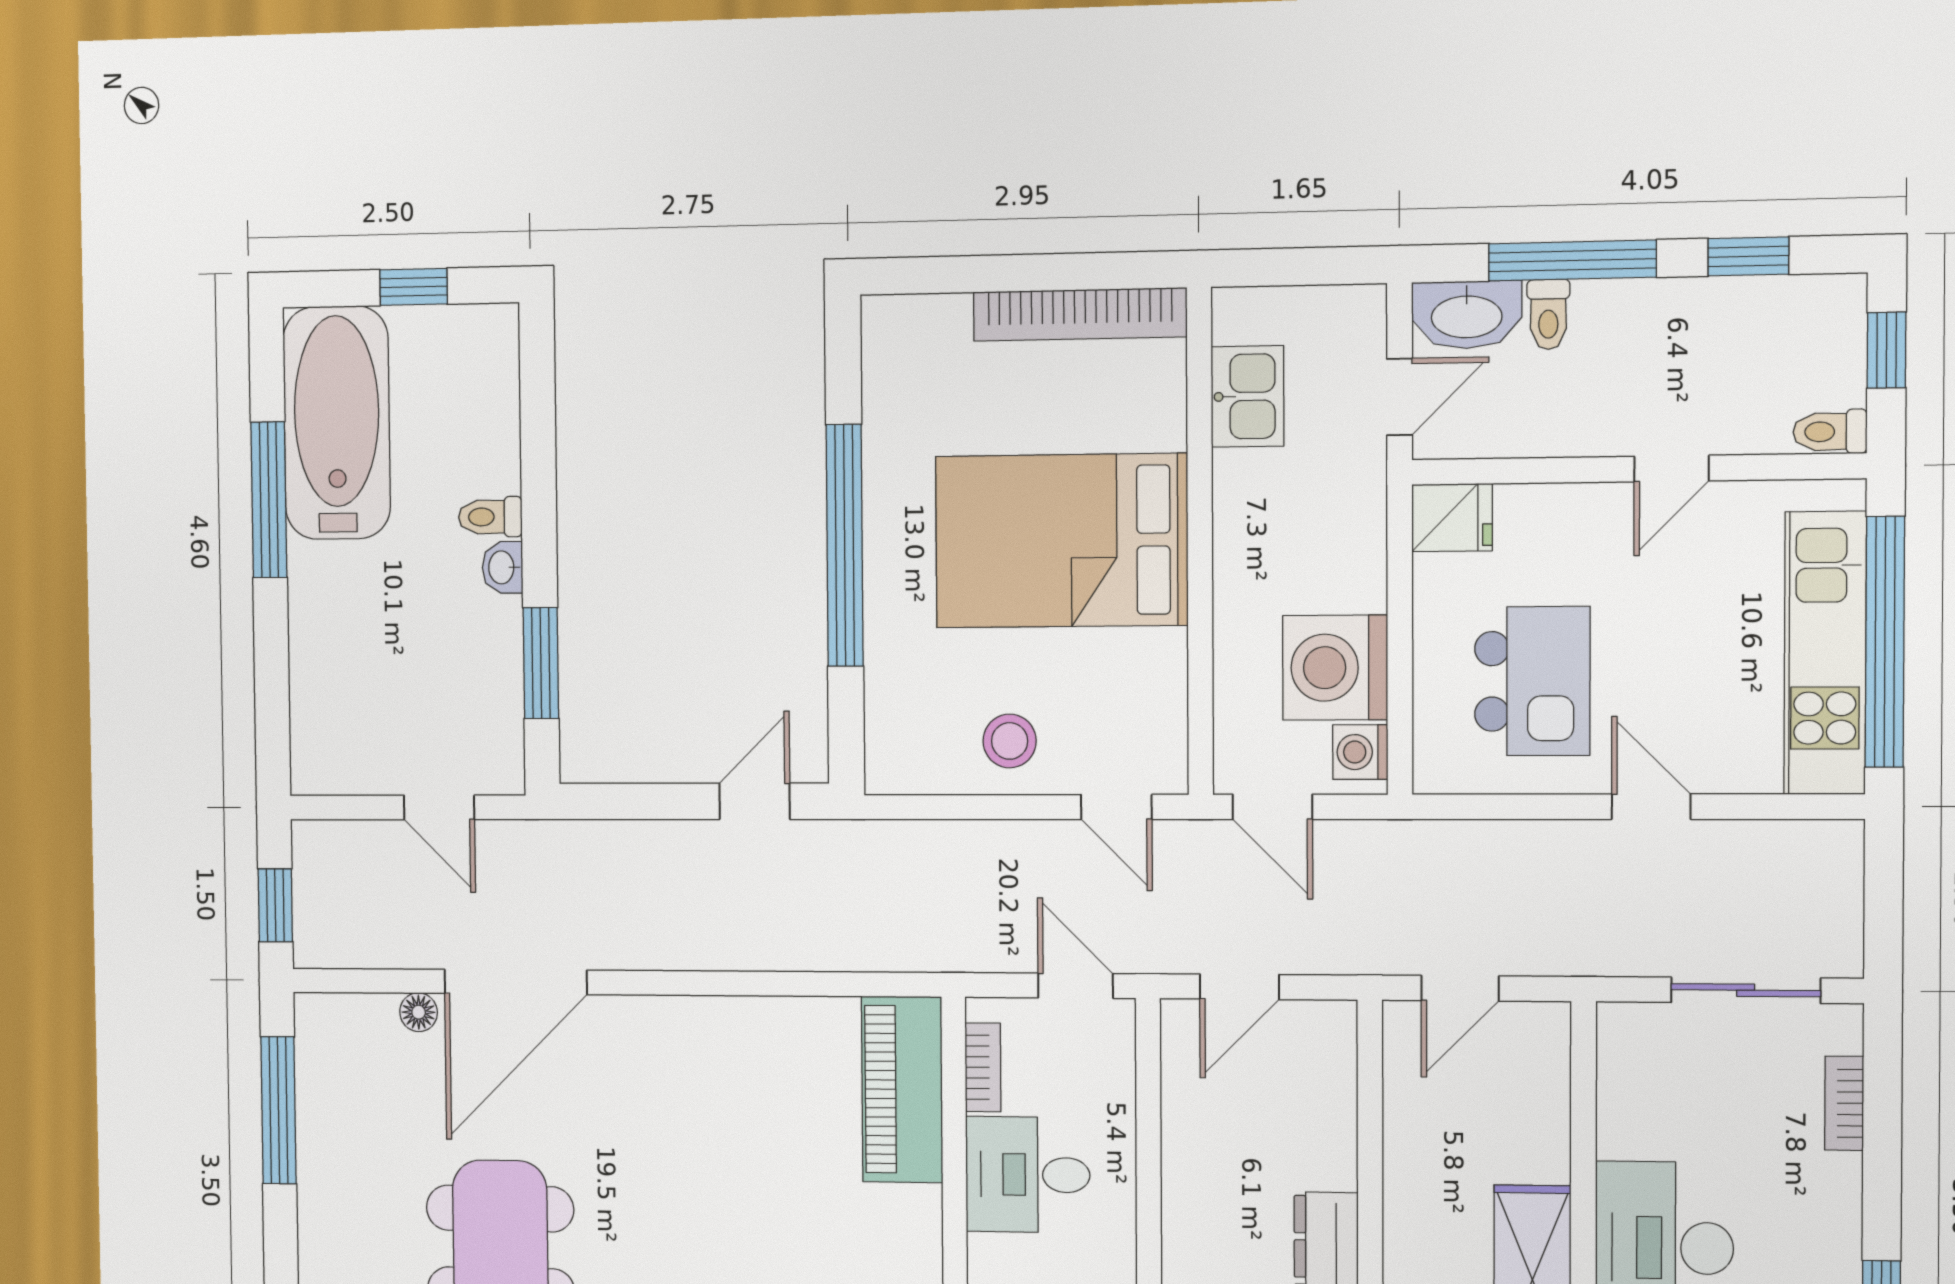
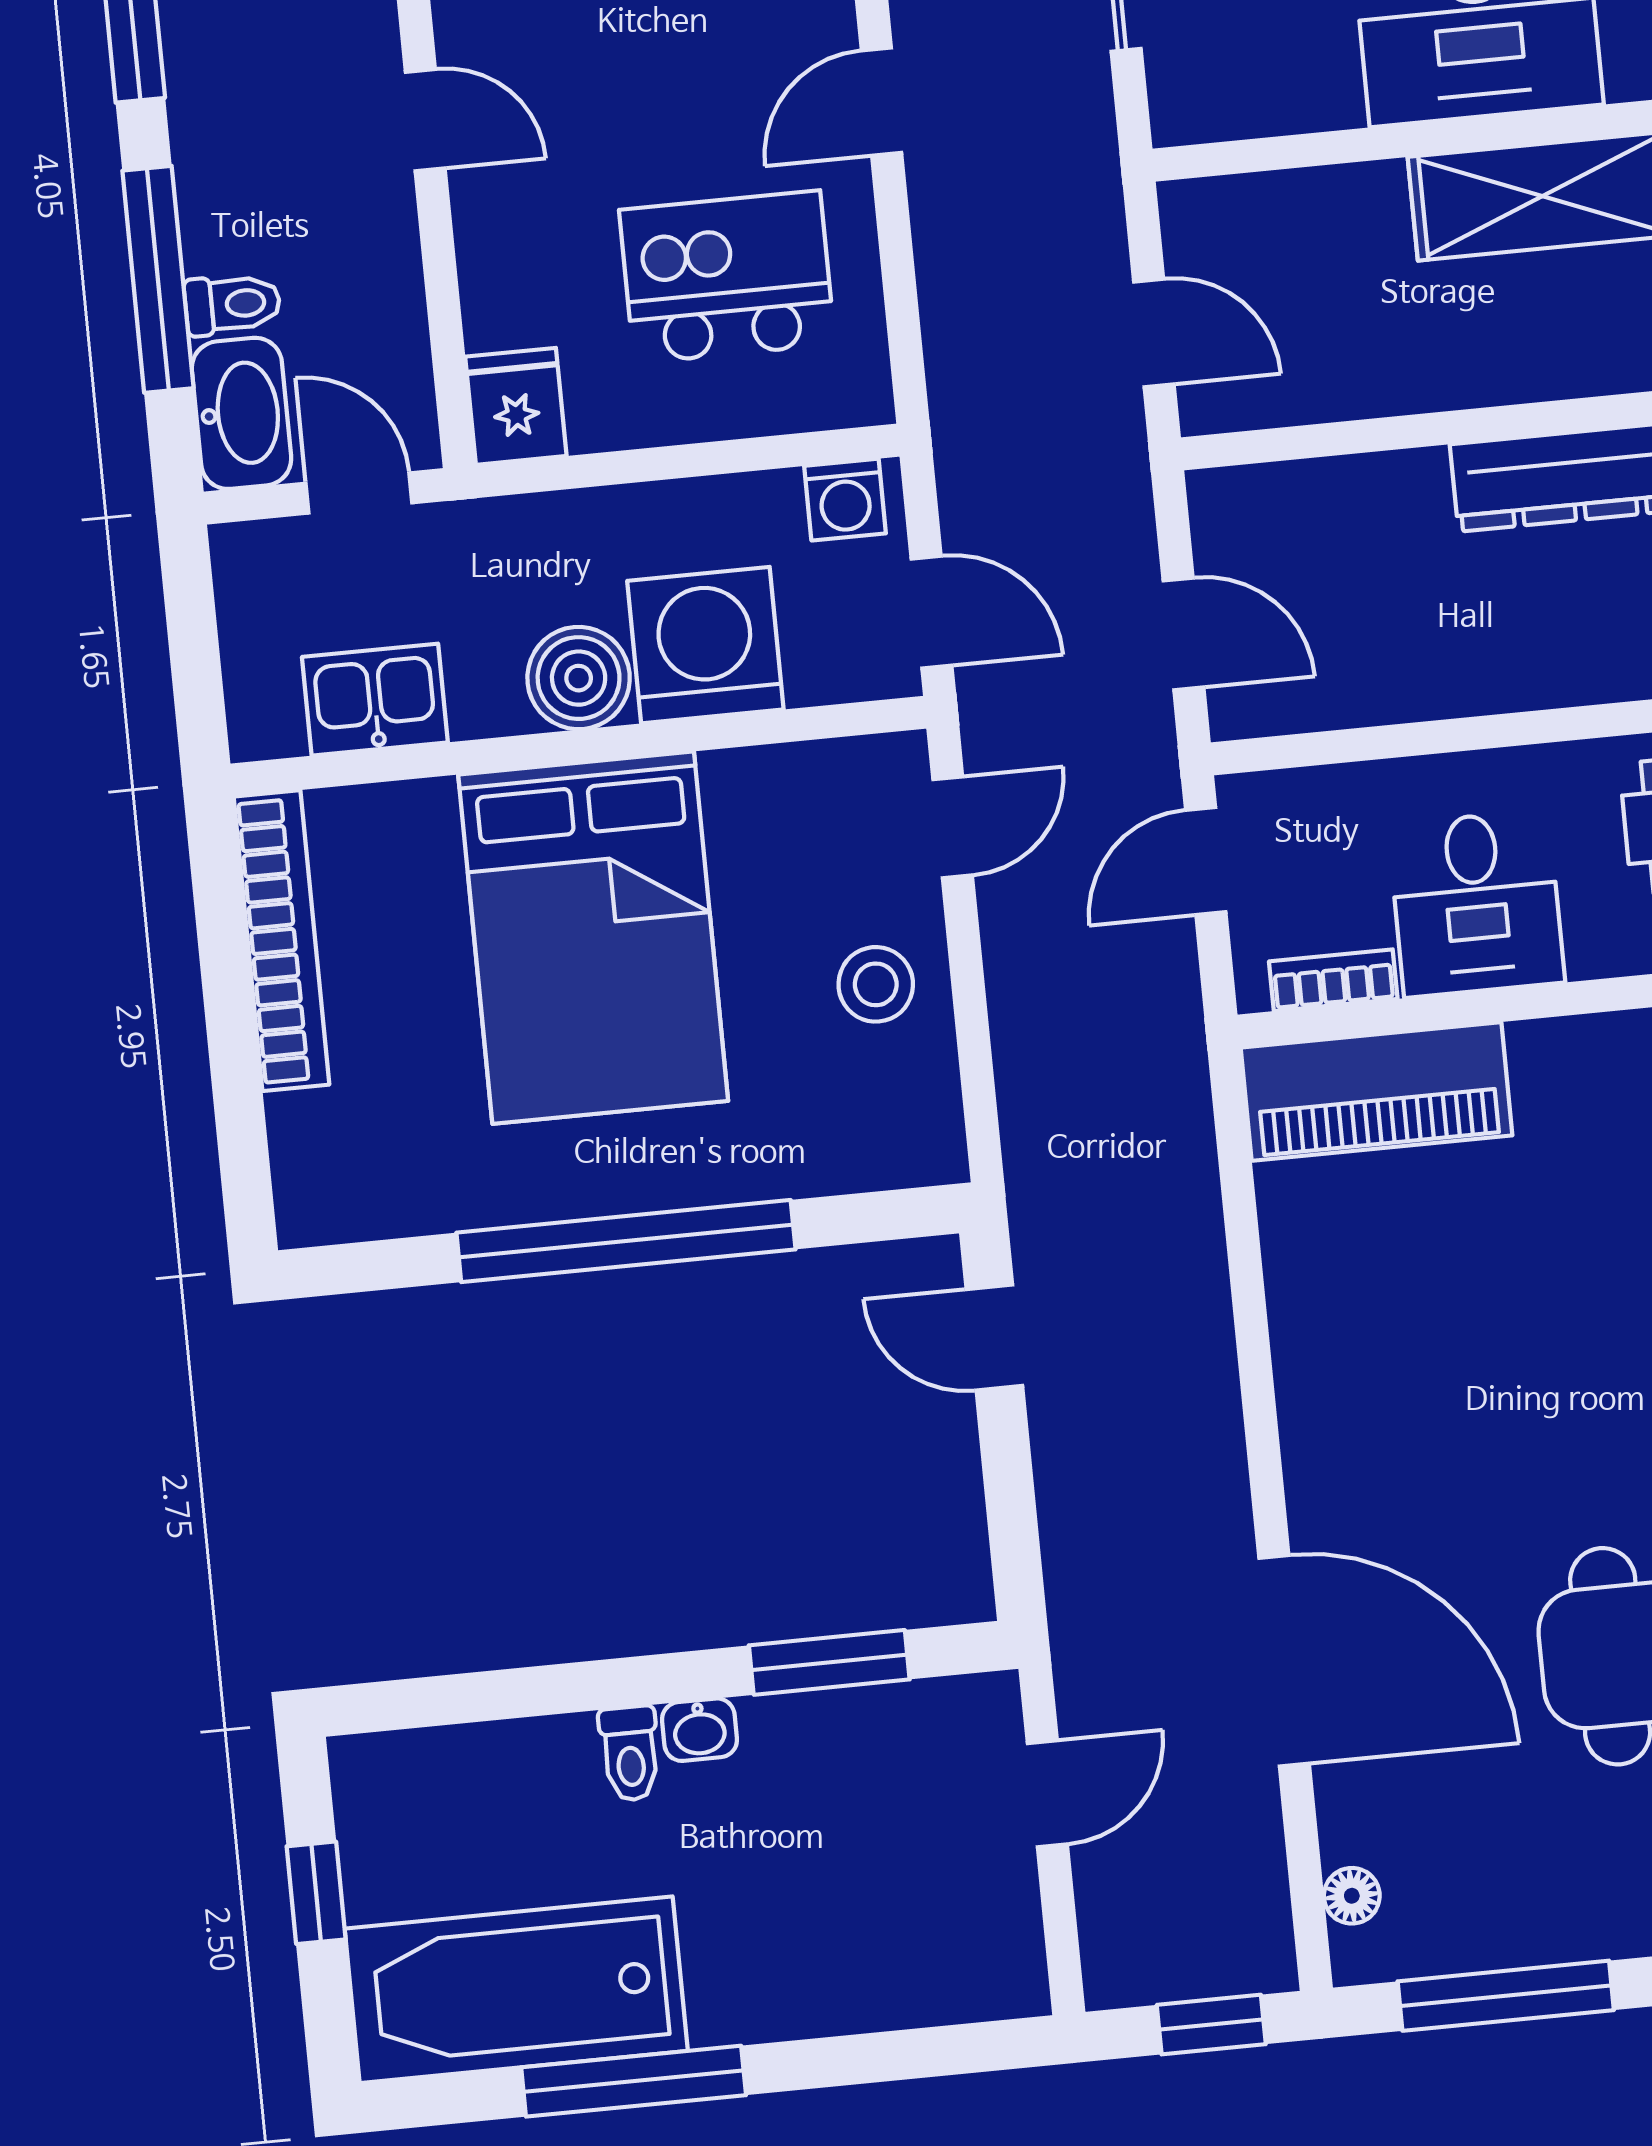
boiler: (1249, 546) -> (579, 678), added
washing machine: (1335, 668) -> (705, 645), moved, turned 180
door: (1272, 807) -> (932, 612), hinge flipped
floor lamp: (419, 1012) -> (1352, 1896), moved

